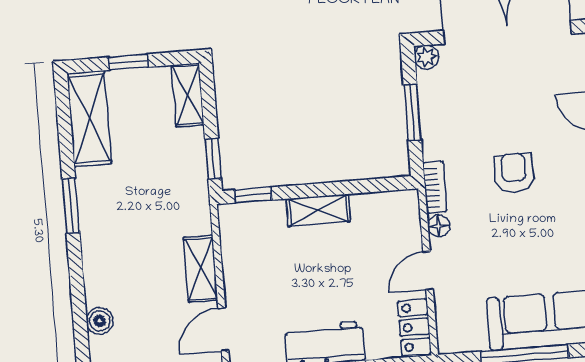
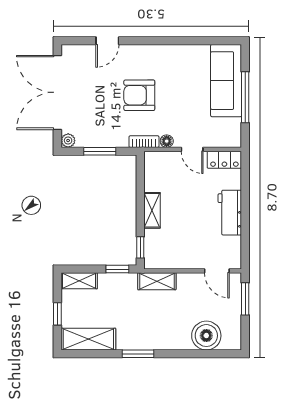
armchair: (514, 173) -> (139, 95), width x1.38, depth x1.38
shelving: (201, 269) -> (157, 281), moved
boiler: (100, 321) -> (206, 336), width x1.86, depth x1.86

